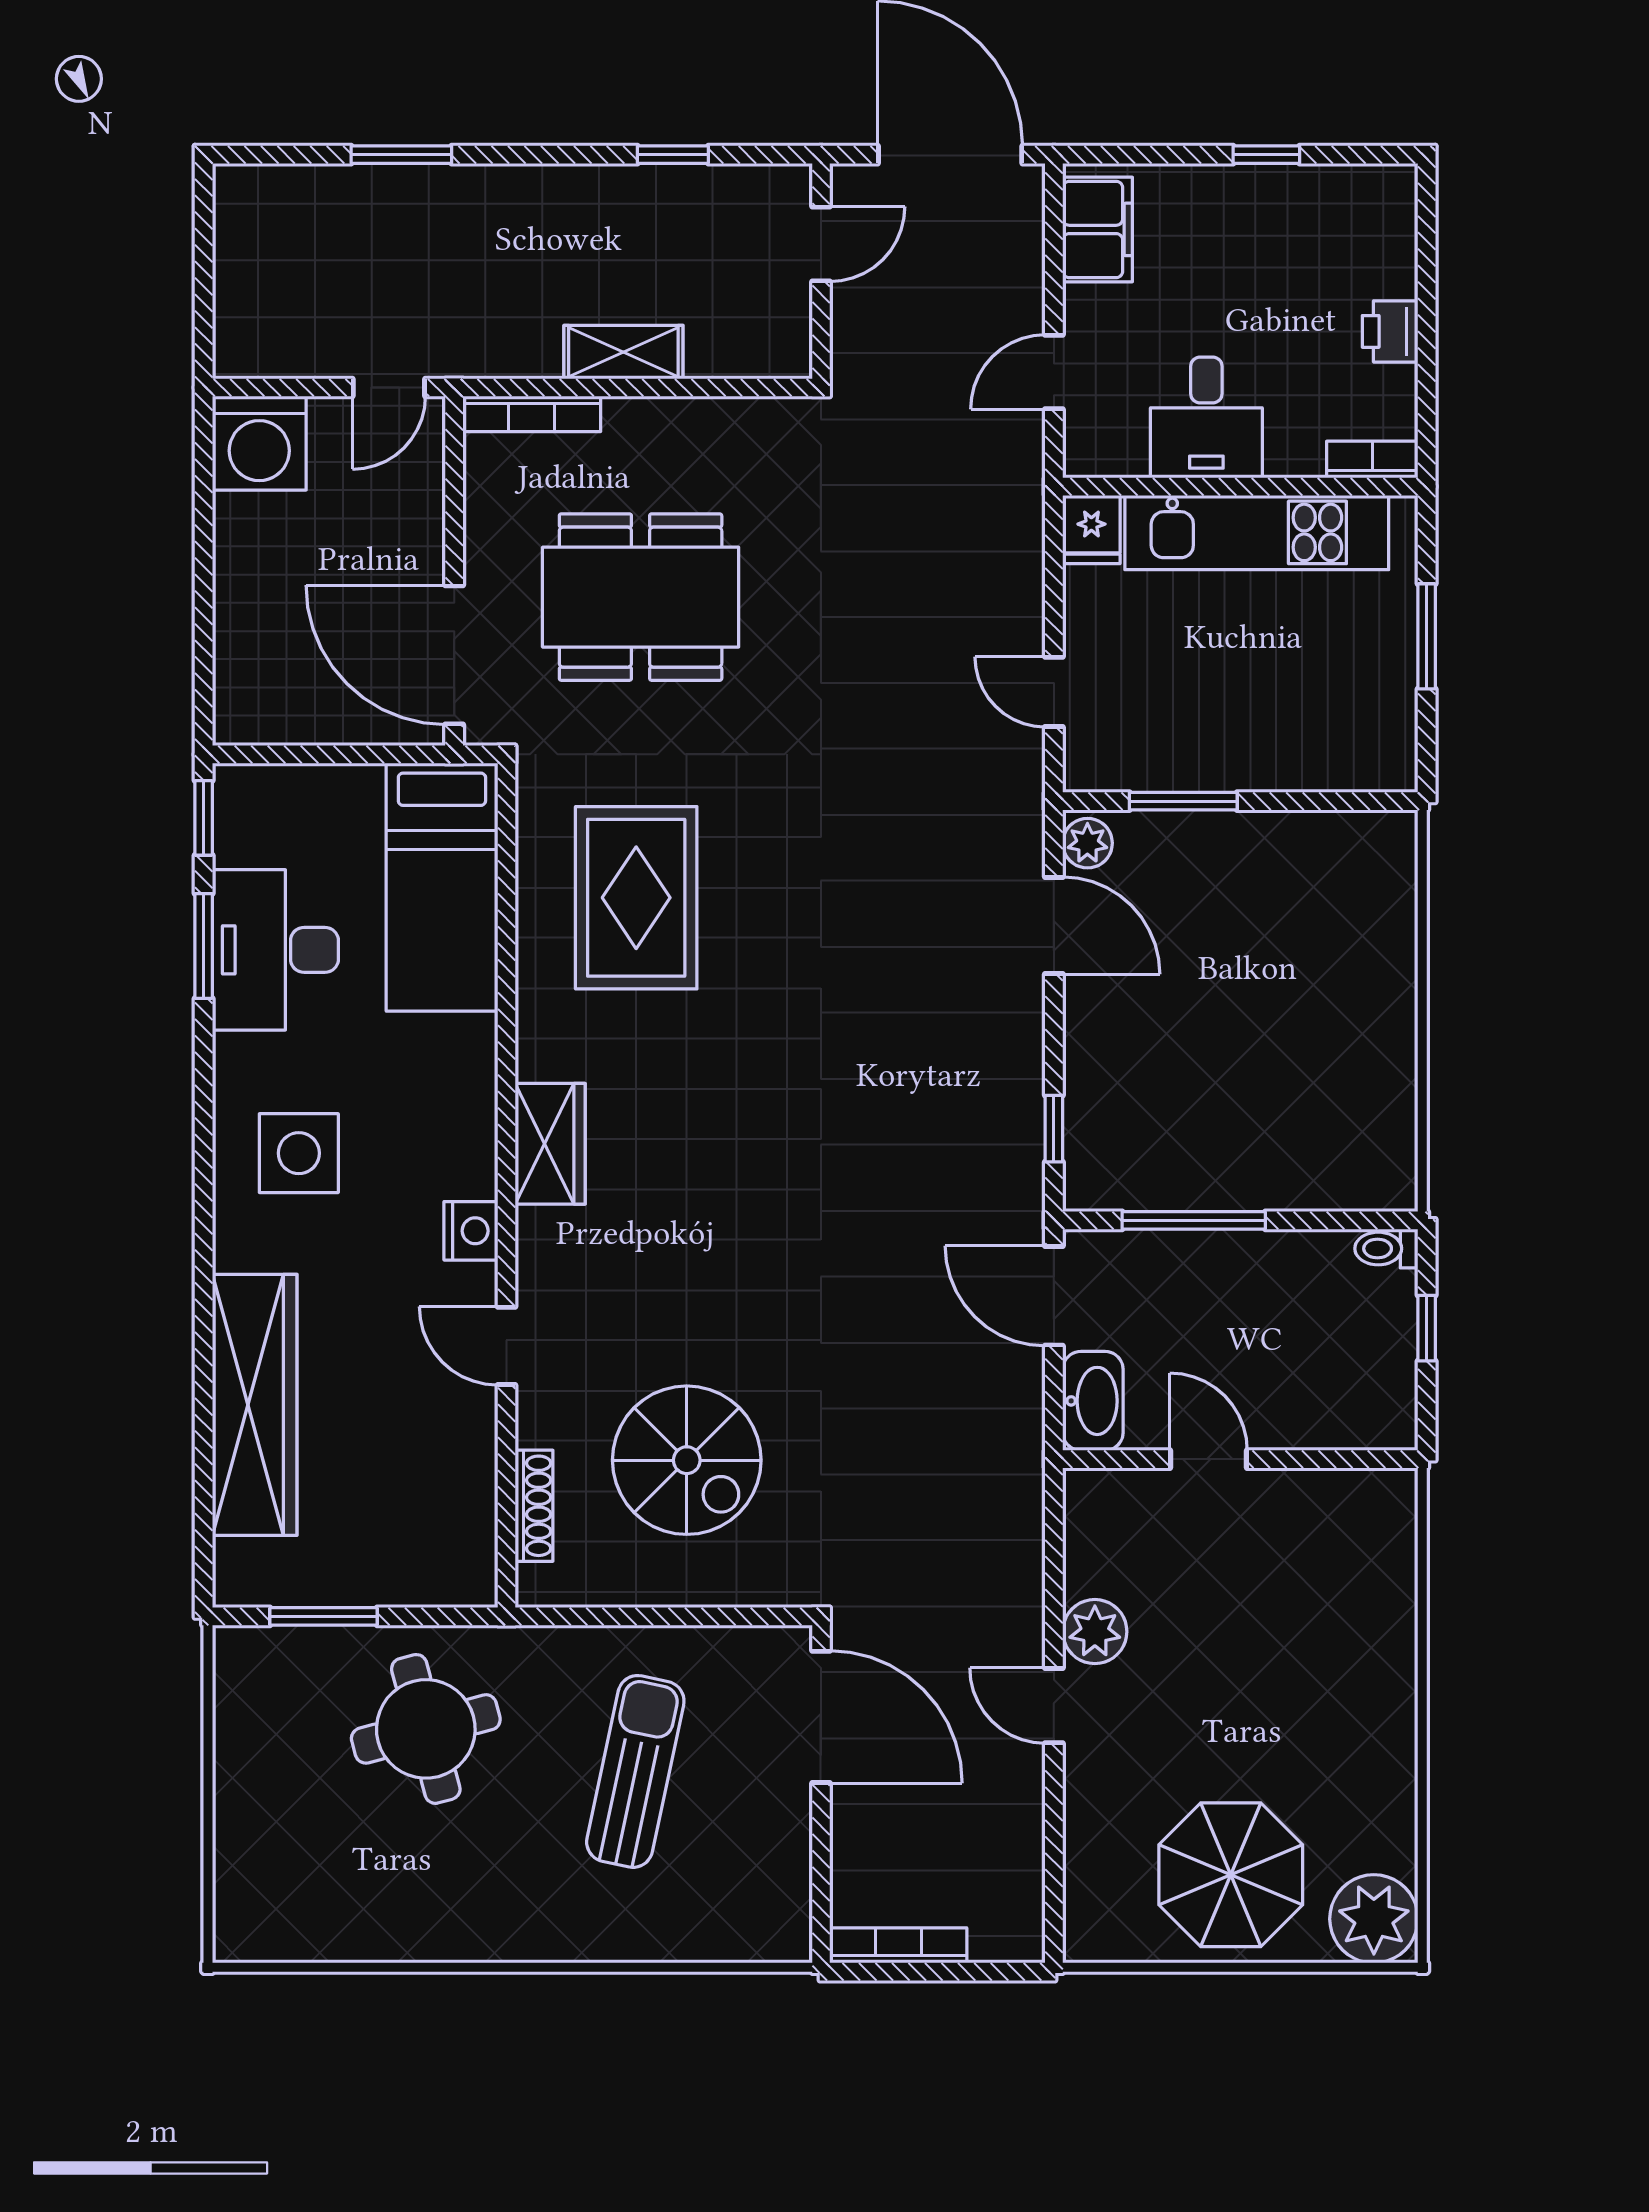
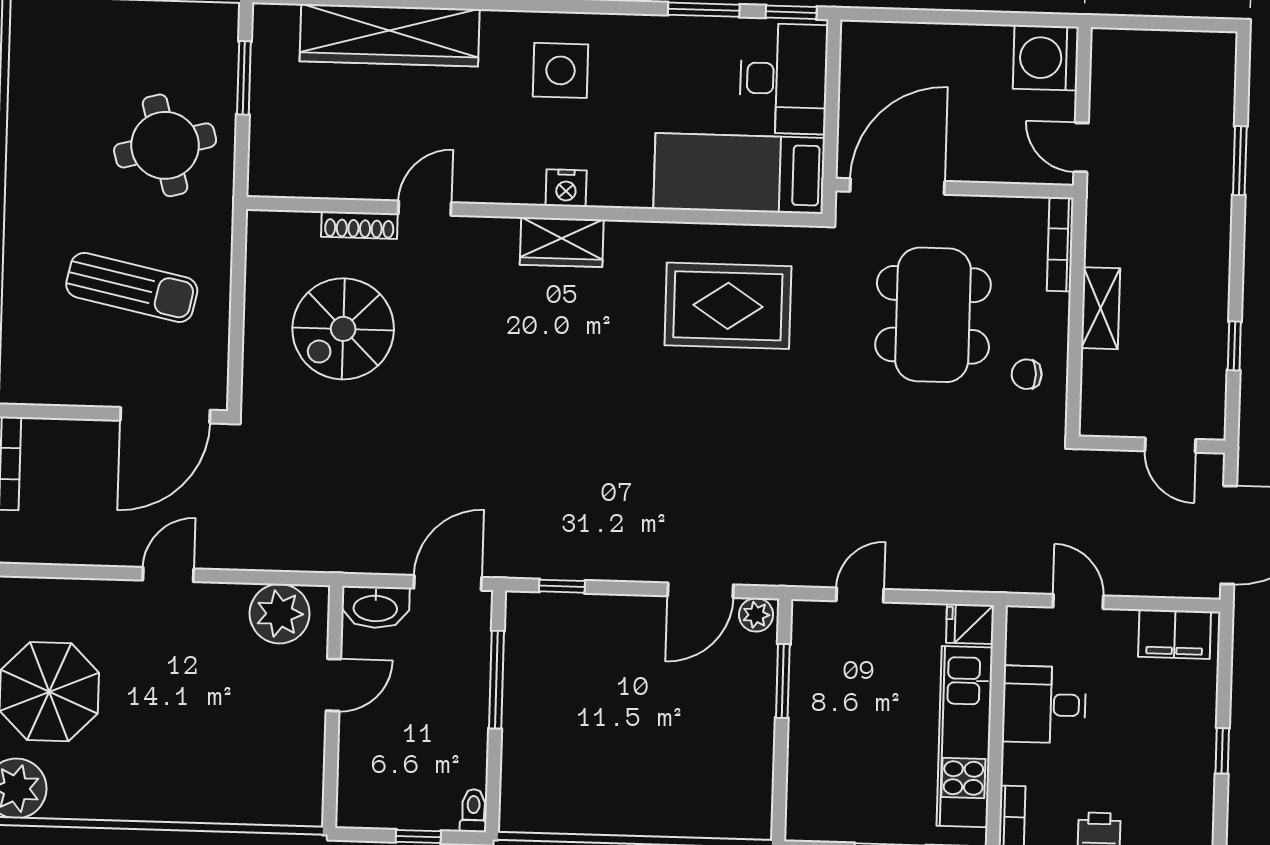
chair: (723, 457) -> (1027, 374), added
desk: (275, 950) -> (784, 79), moved, turned 90
nightstand: (471, 1231) -> (566, 188), moved
shoe rack: (534, 1506) -> (359, 225), moved
plant: (1095, 1632) -> (280, 614), moved, width x1.36, depth x1.36

